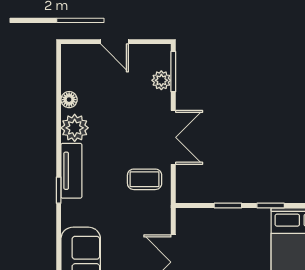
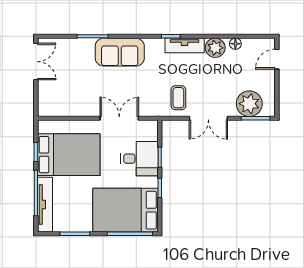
door: (114, 42) -> (277, 59), moved
plant: (161, 80) -> (249, 104), width x1.88, depth x1.88
desk: (230, 234) -> (139, 159), added

